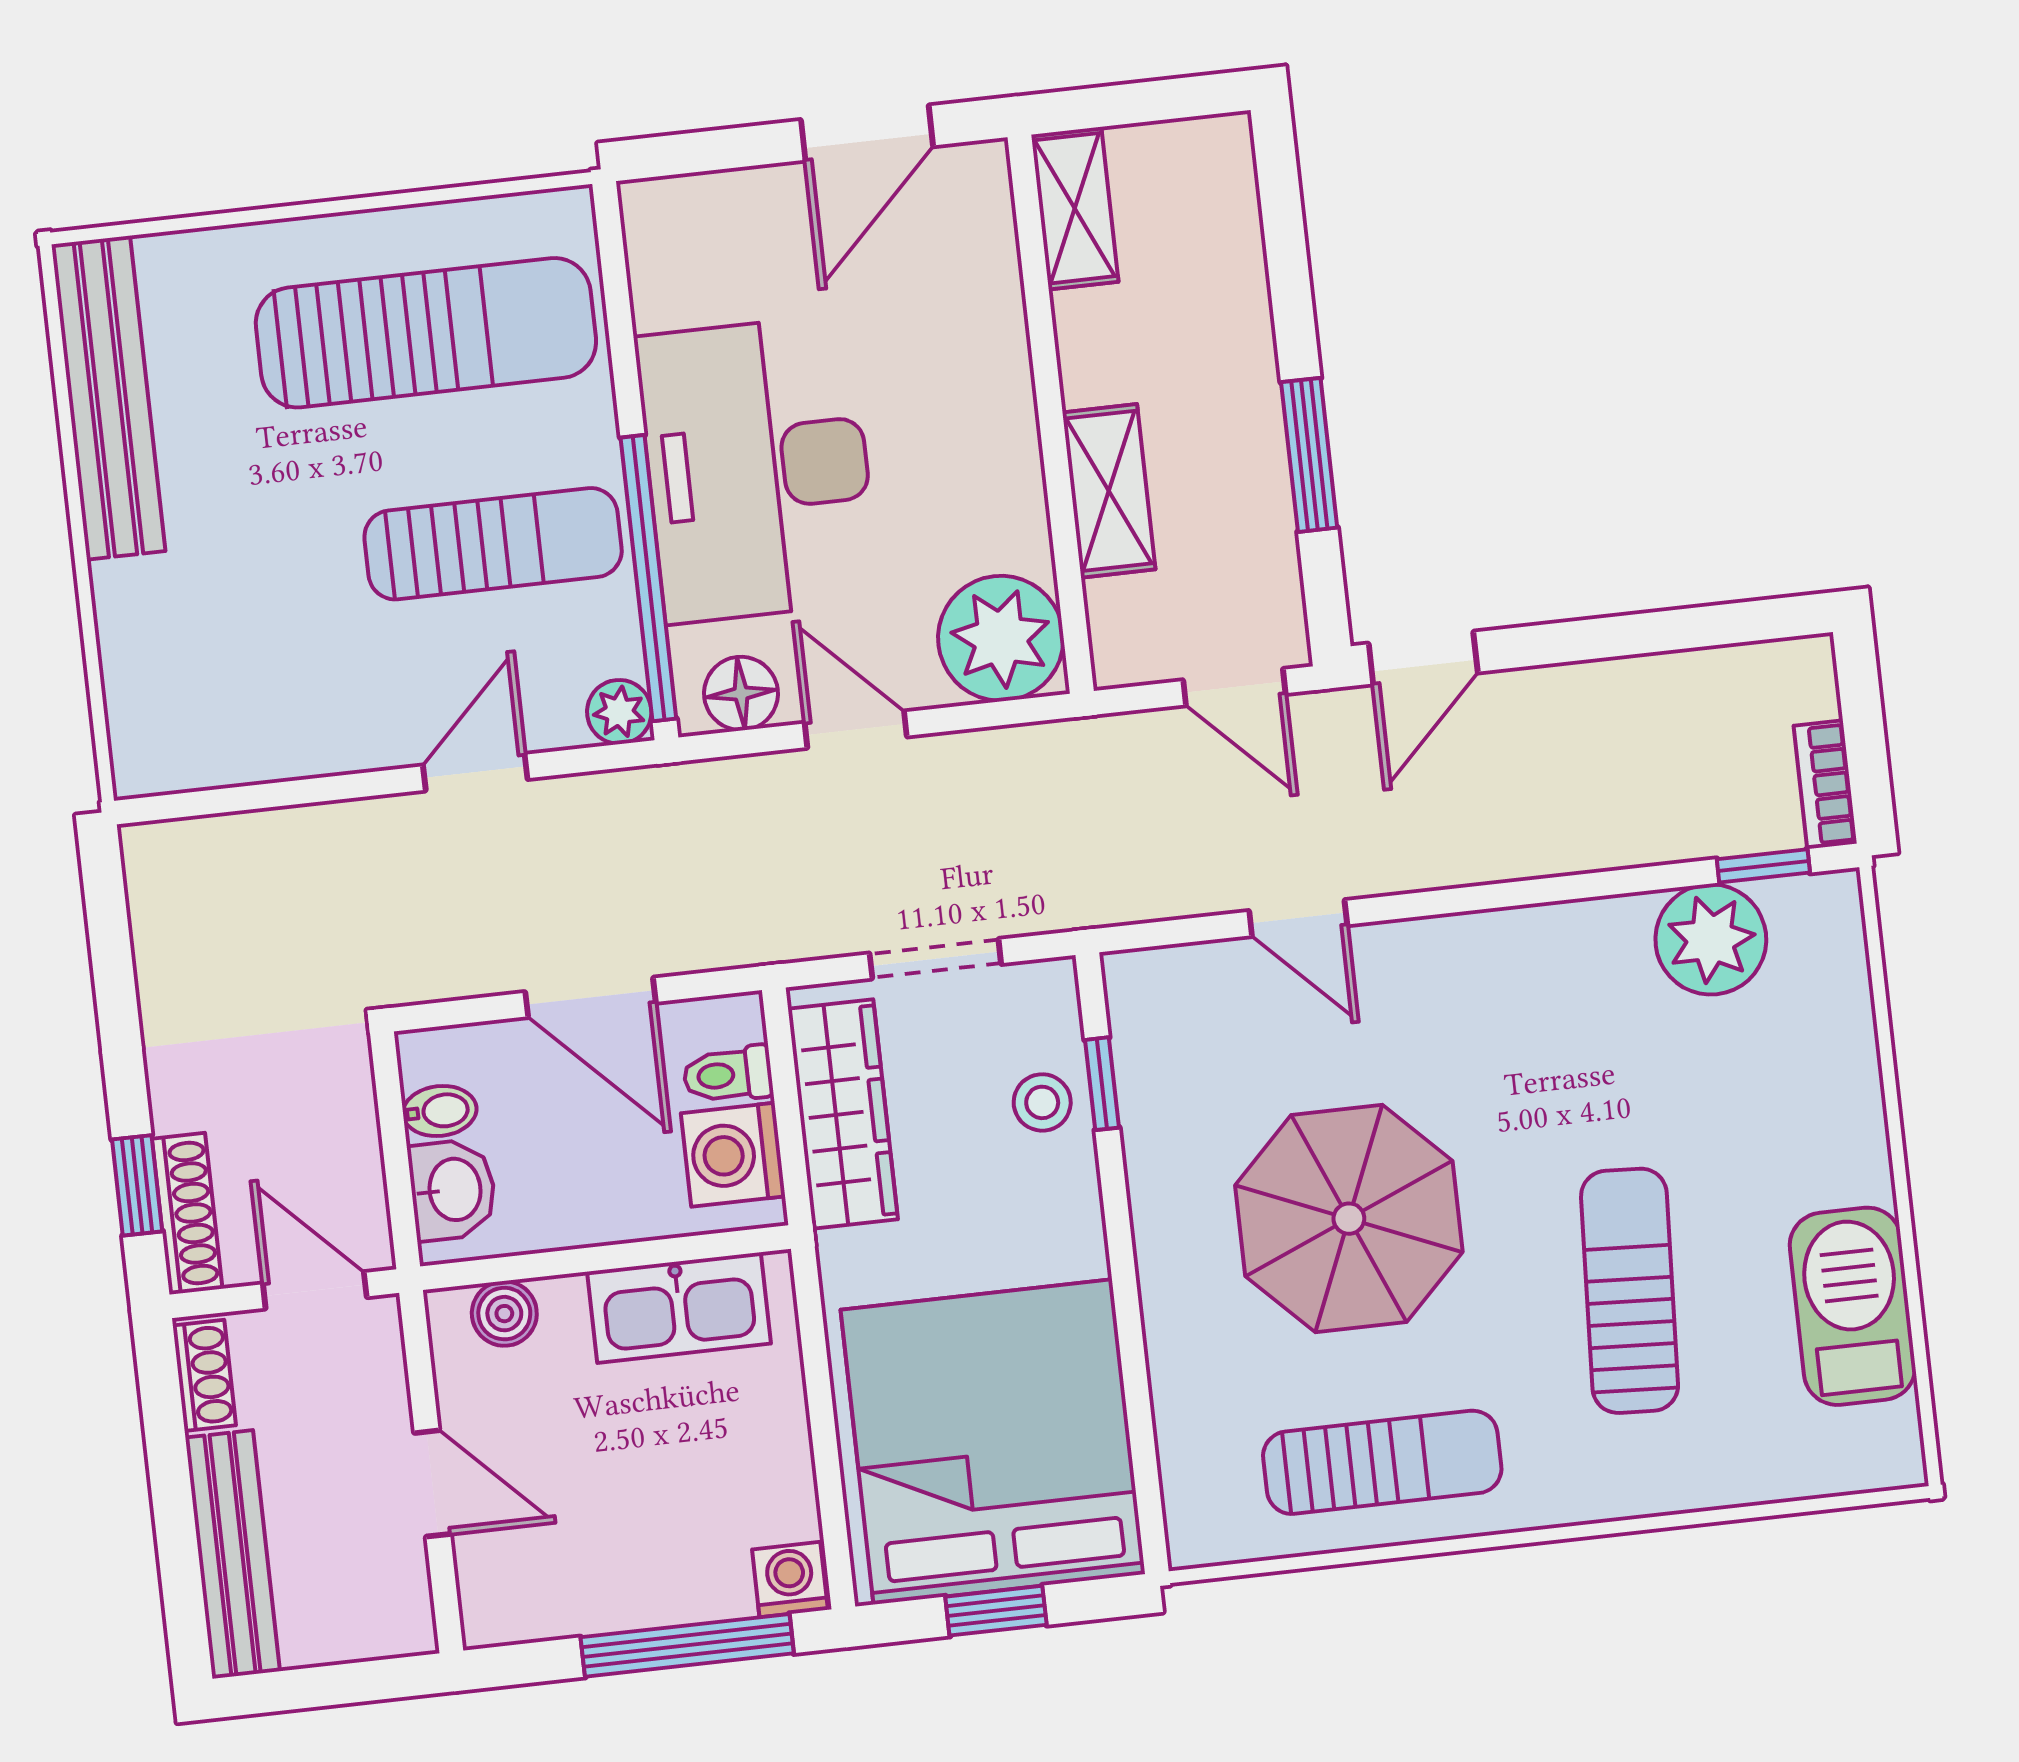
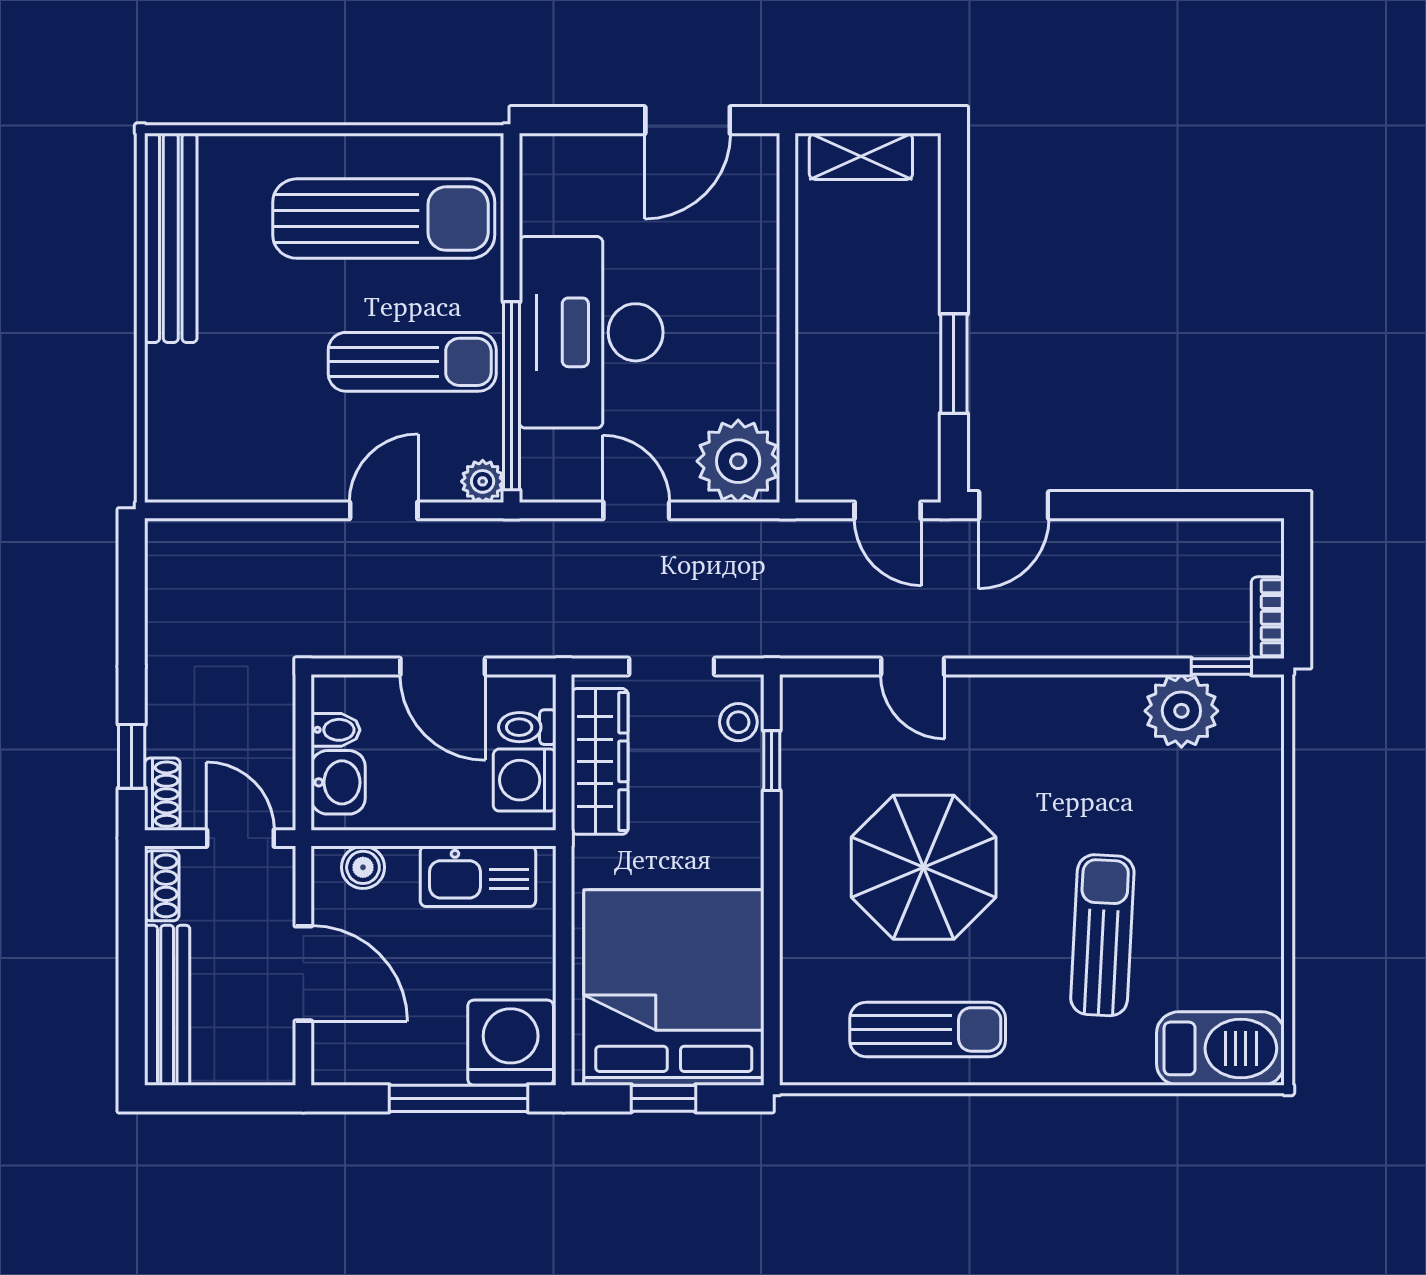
shelving: (1075, 208) -> (861, 156), moved, turned 90
shelving: (1109, 491) -> (820, 372), removed
floor lamp: (741, 693) -> (564, 478), removed
stool: (1042, 1102) -> (738, 722), moved
shoe rack: (187, 1214) -> (162, 794), width x0.70
barbecue: (1853, 1306) -> (1220, 1048), moved, turned 90
door: (433, 1483) -> (303, 973), width x1.38
washing machine: (790, 1580) -> (511, 1043), width x1.89, depth x1.89

